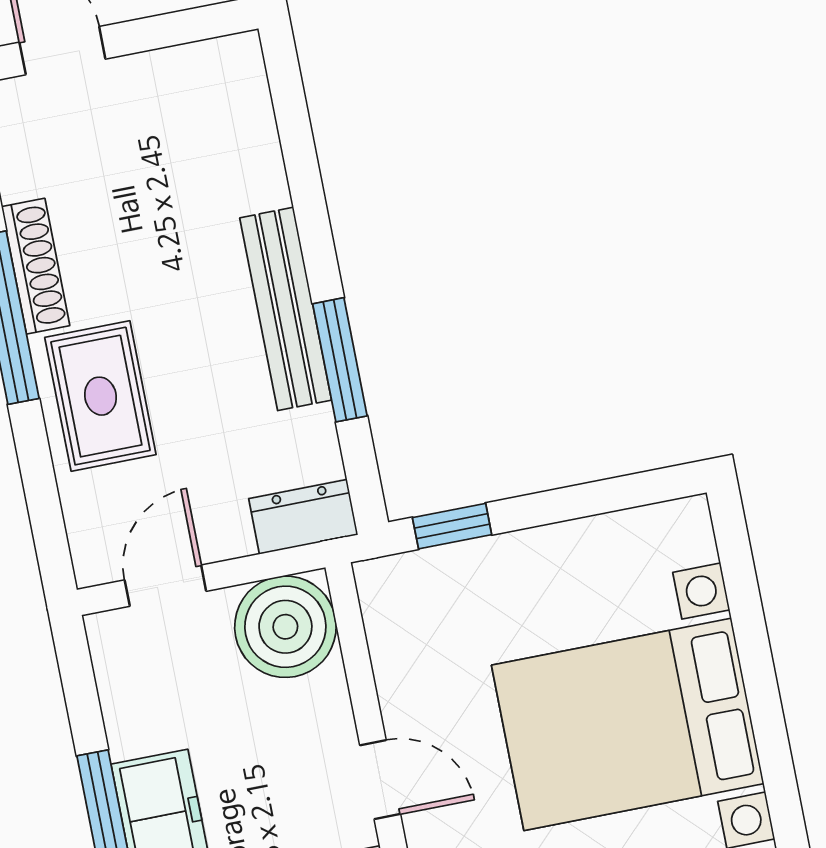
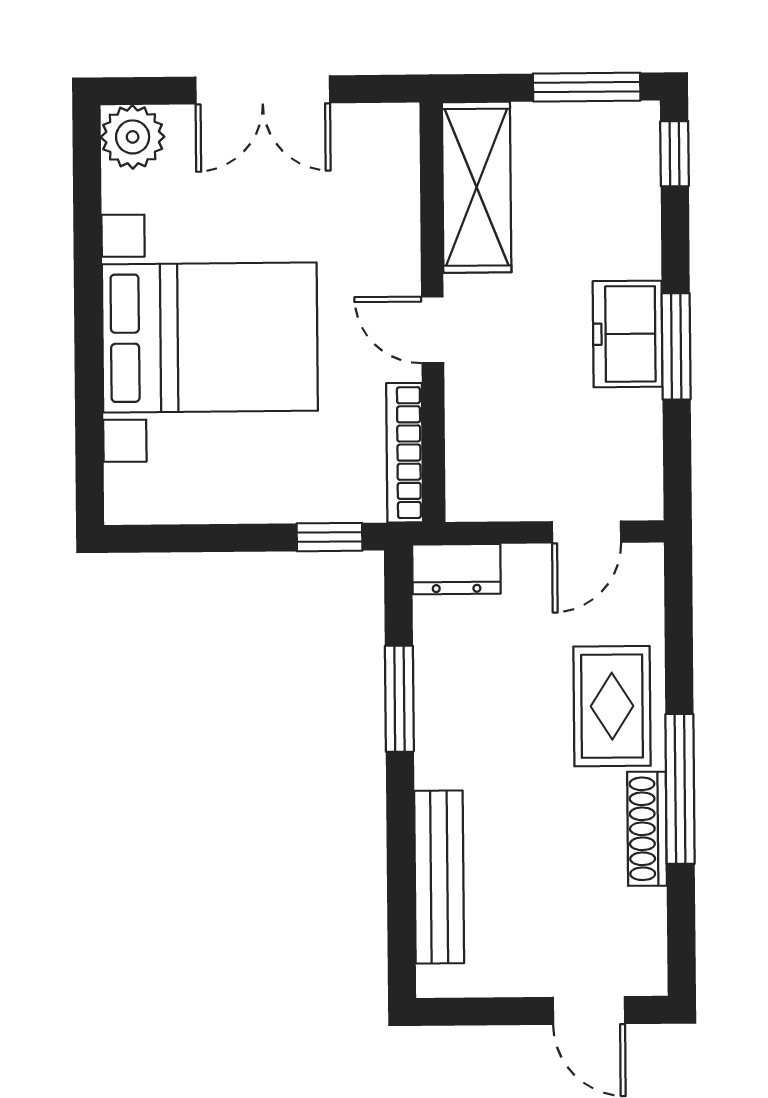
bench: (286, 309) -> (439, 877), moved
boiler: (285, 627) -> (490, 477), removed
bookcase: (386, 636) -> (405, 453), added

